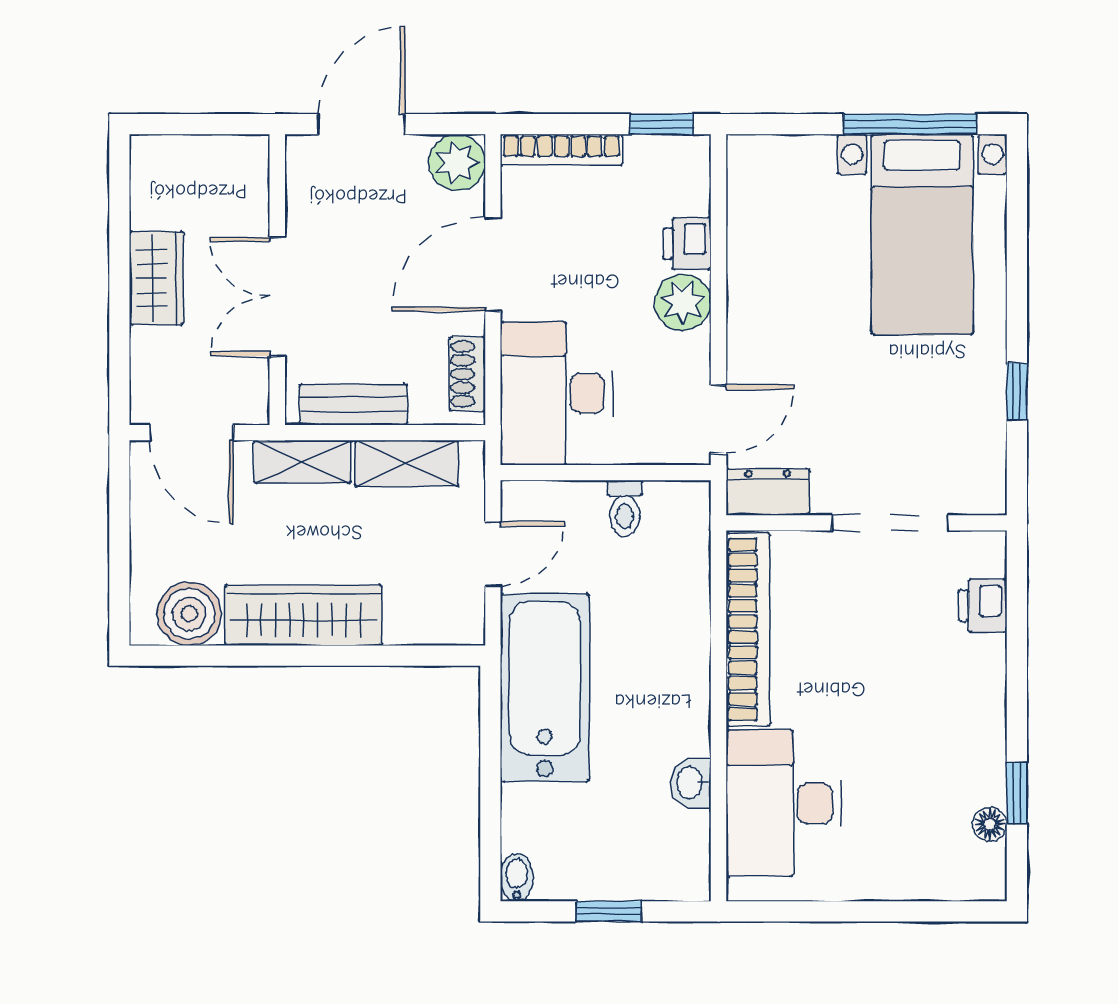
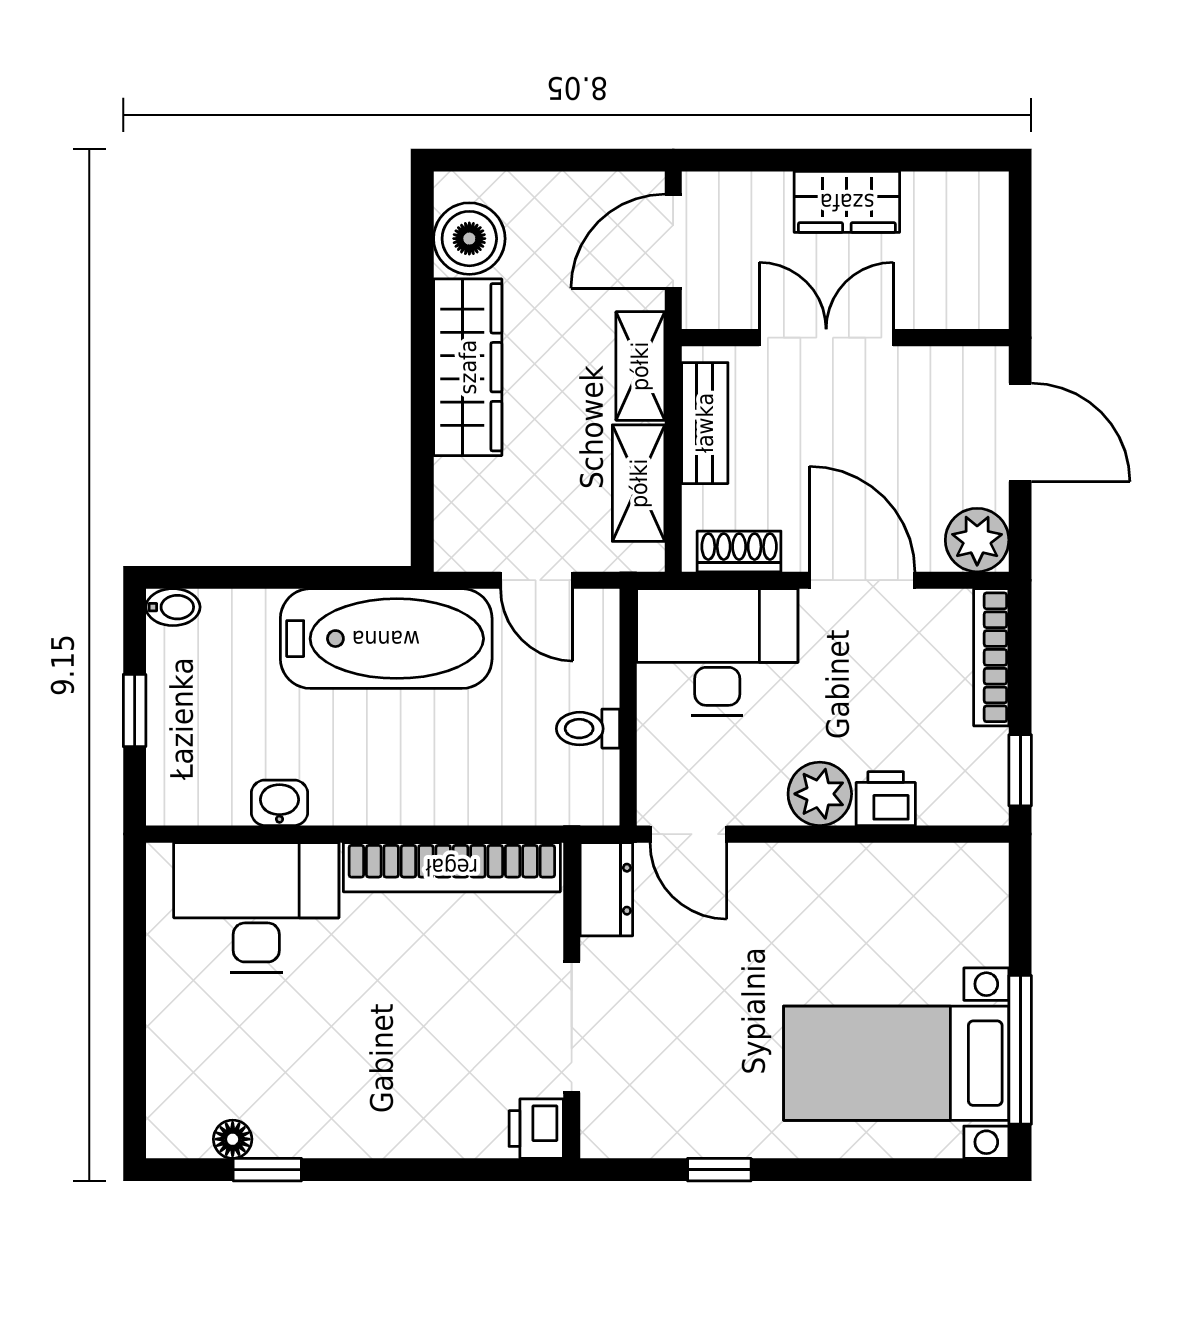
printer: (983, 606) -> (536, 1129), moved, turned -90

